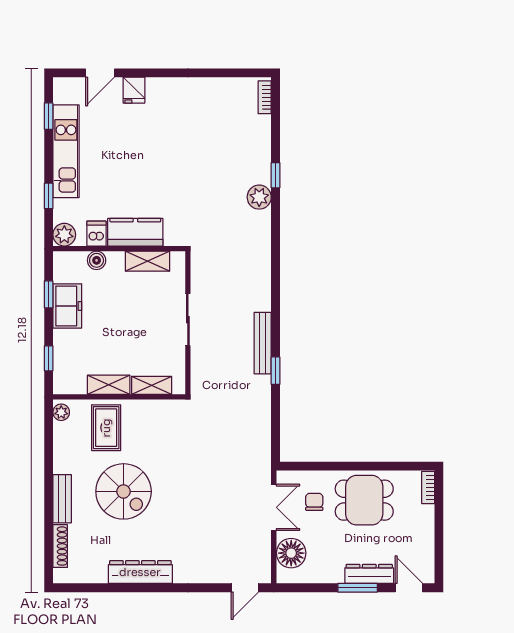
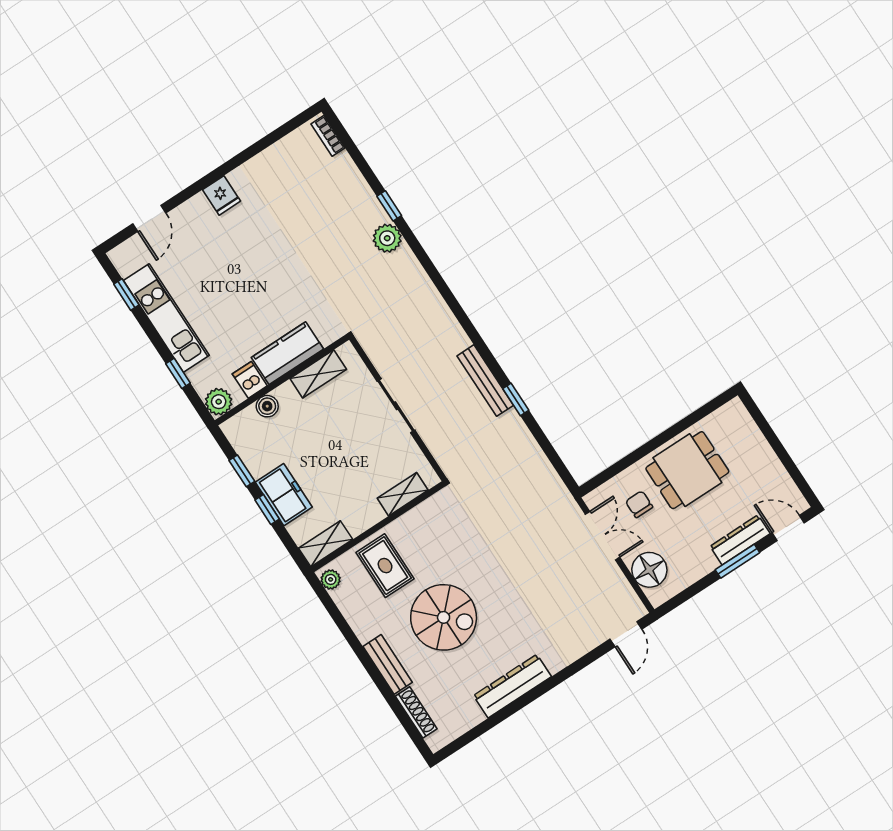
fridge: (134, 90) -> (222, 195), moved
freezer: (67, 306) -> (284, 495), moved
window: (49, 358) -> (267, 510), moved
shelving: (109, 385) -> (326, 544), moved
bookcase: (428, 487) -> (742, 416), removed

